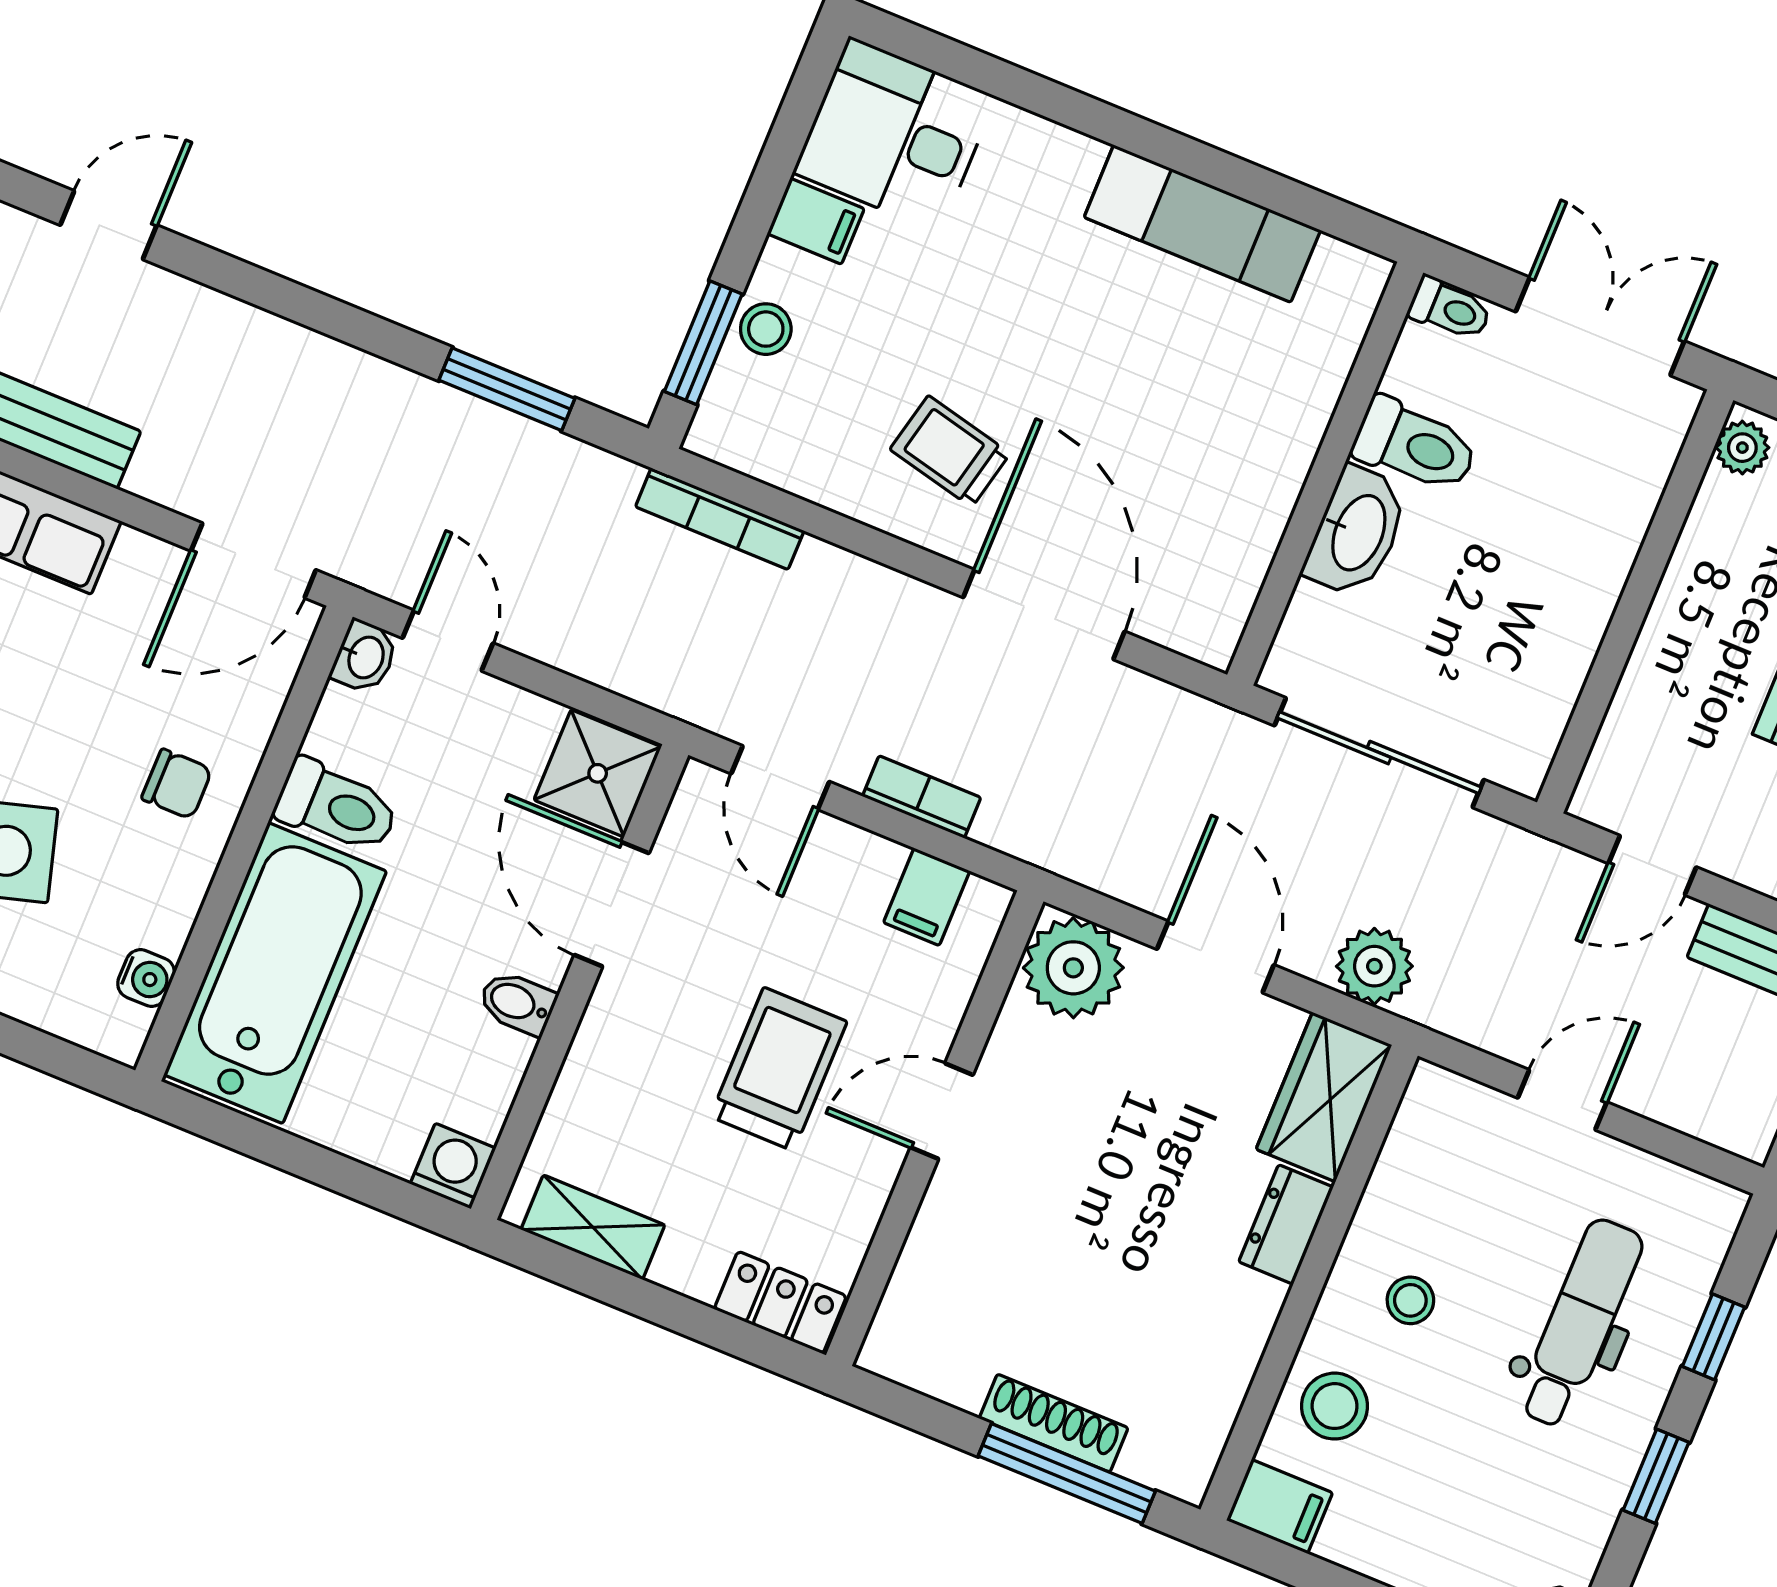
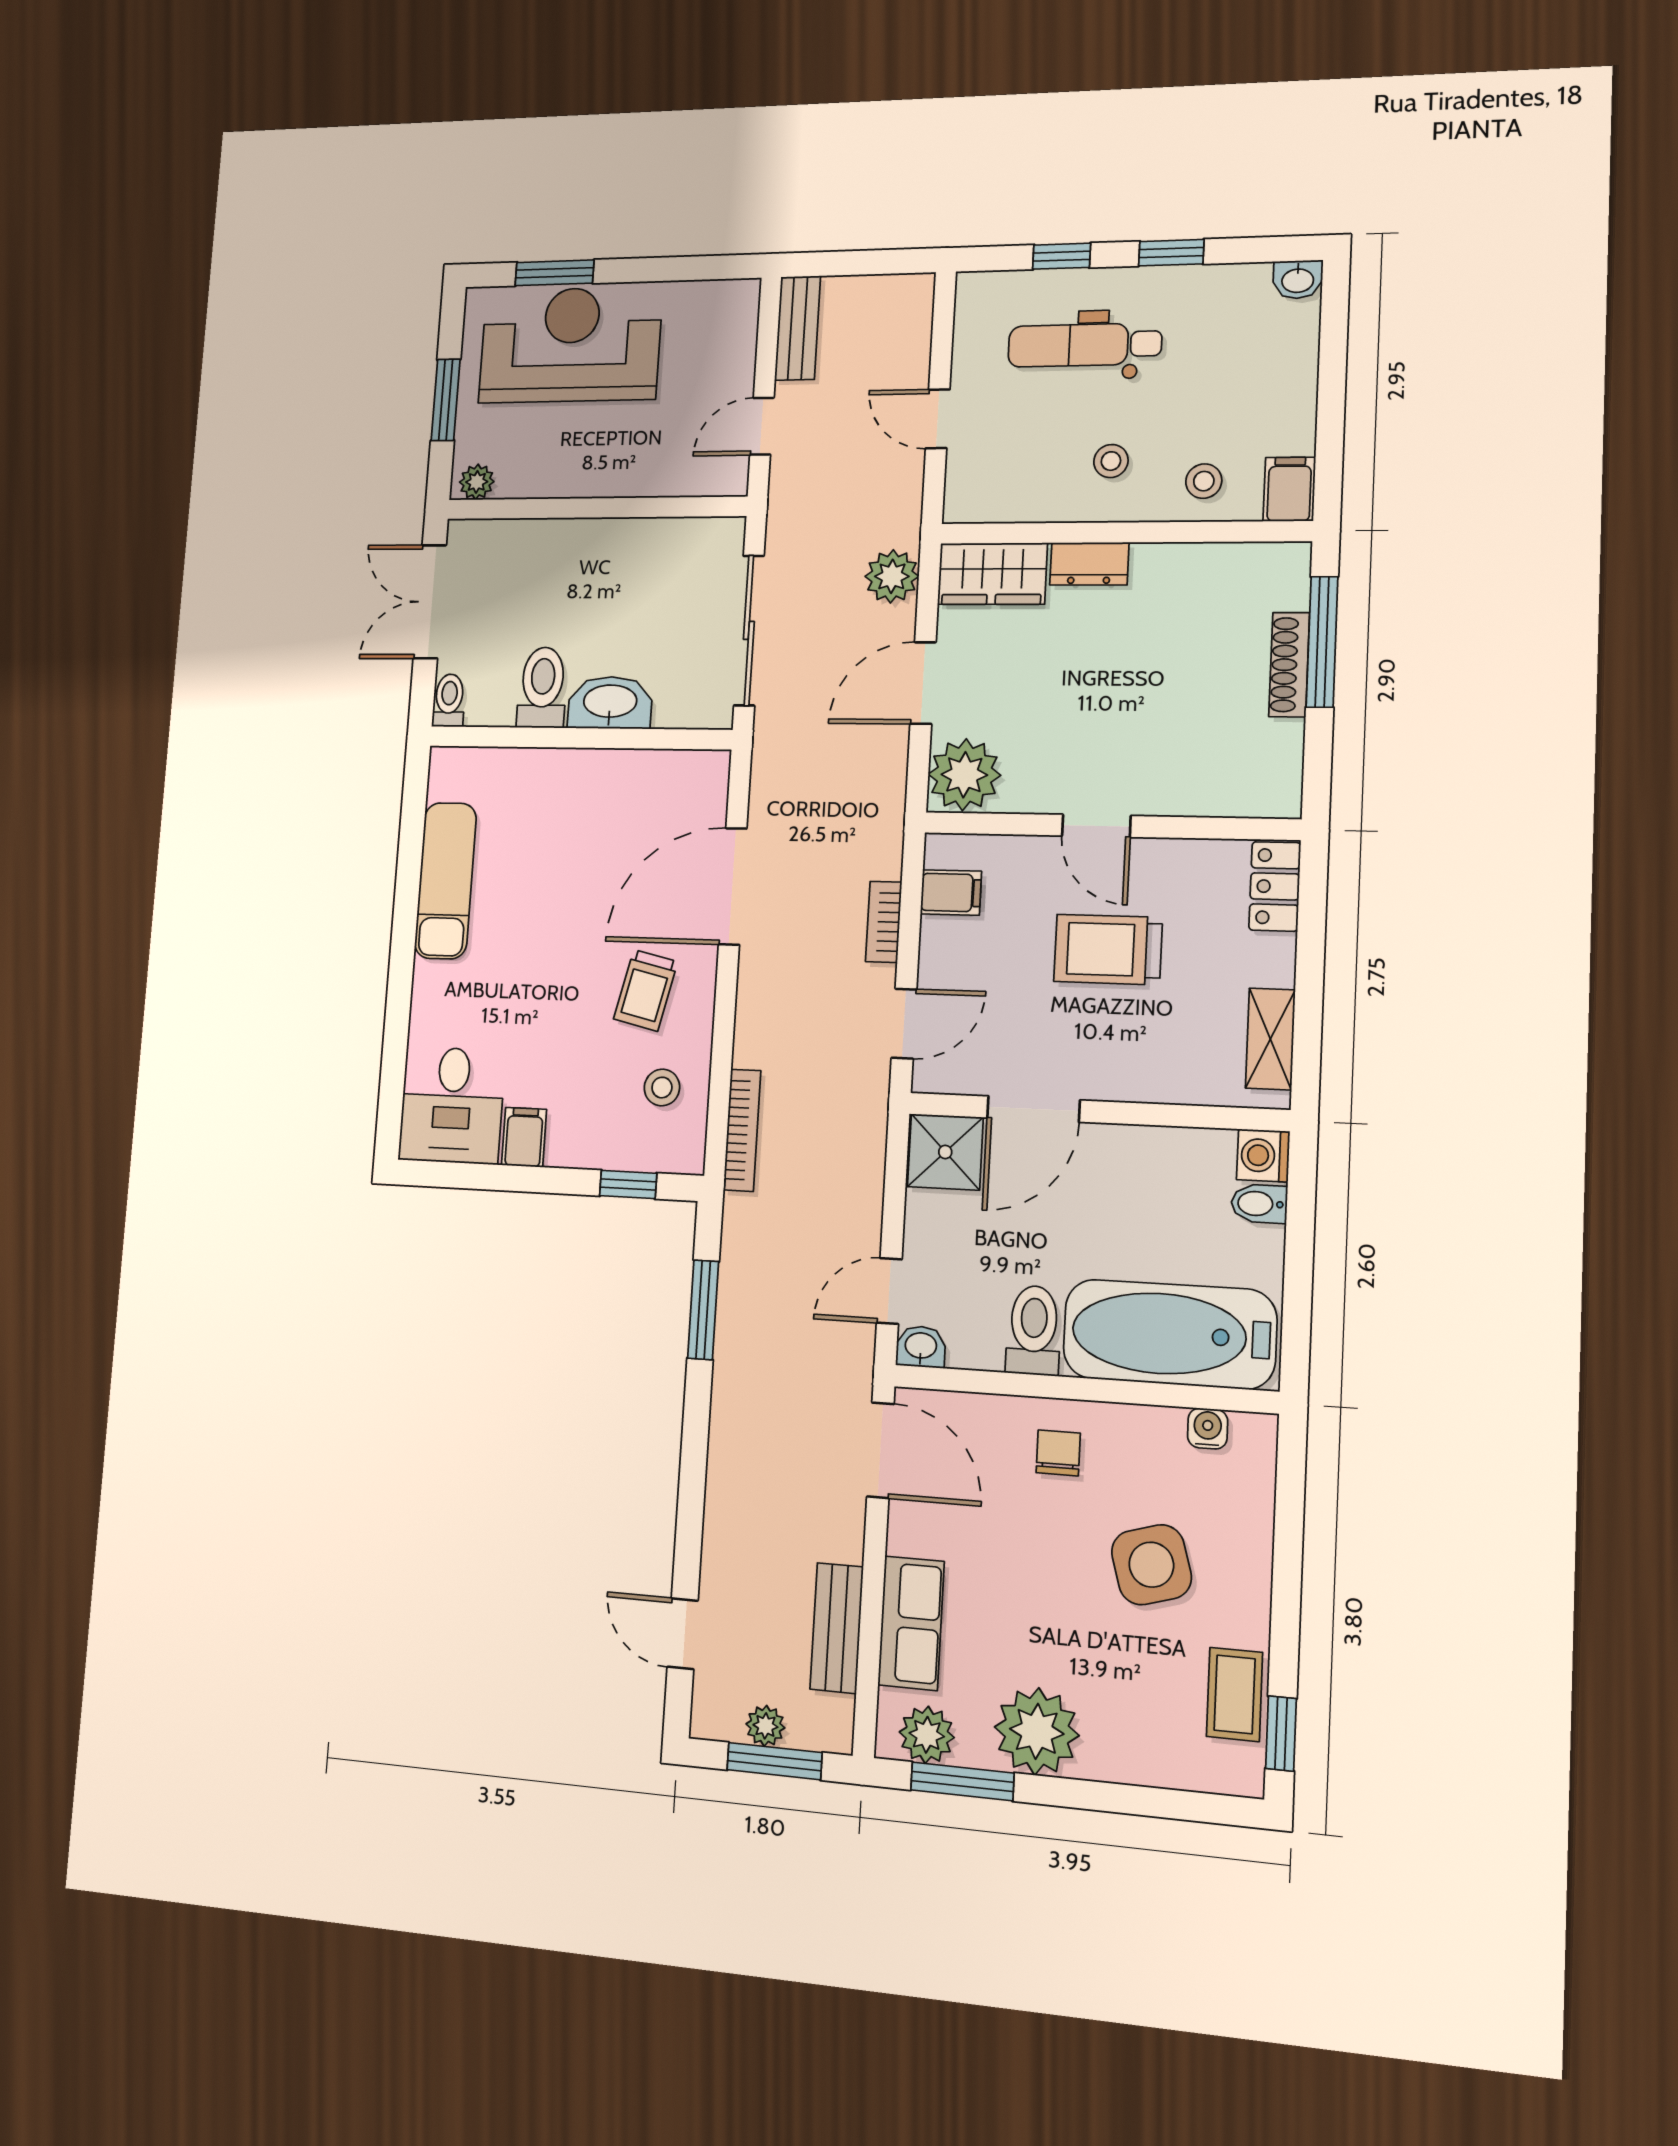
stool: (766, 329) -> (662, 1088), moved
window: (703, 343) -> (628, 1184), width x0.67
door: (1652, 865) -> (762, 426), swing flipped
bidet: (517, 1003) -> (1259, 1204), moved, turned 90
stool: (1335, 1406) -> (1204, 481), width x0.73, depth x0.73

